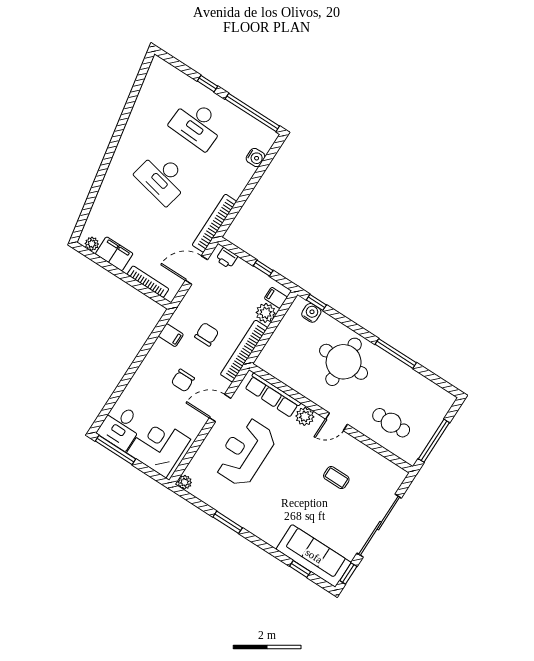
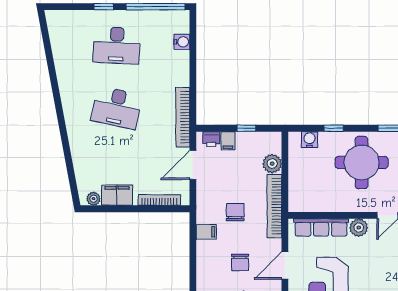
filing cabinet: (276, 298) -> (228, 141), moved, turned -90
window: (316, 302) -> (334, 128), moved

